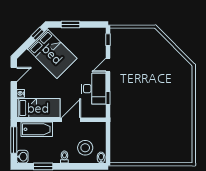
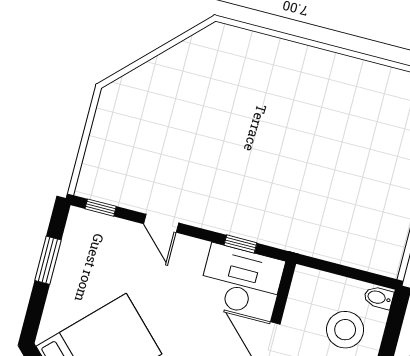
window: (70, 24) -> (48, 260), moved
desk: (94, 89) -> (241, 281), moved

